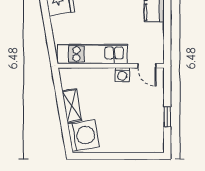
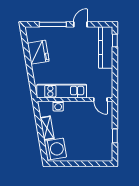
washing machine: (122, 75) -> (58, 106), moved

